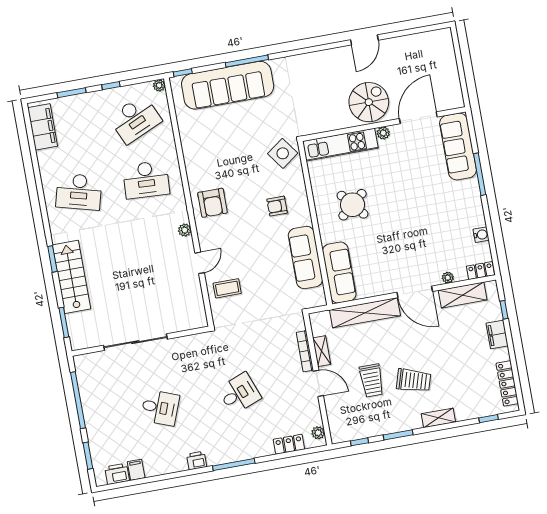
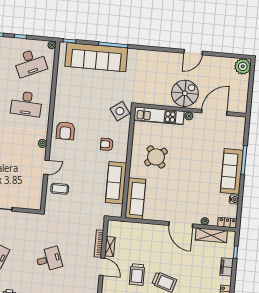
plant: (441, 41) -> (243, 66), added
sofa: (458, 147) -> (232, 171), moved
shelving: (365, 313) -> (145, 229), removed

